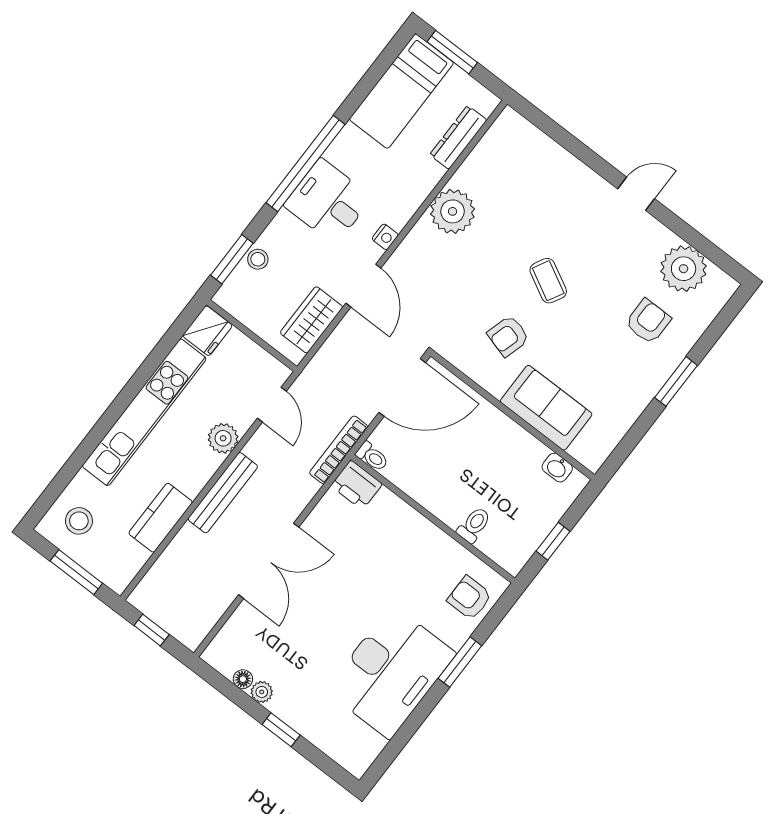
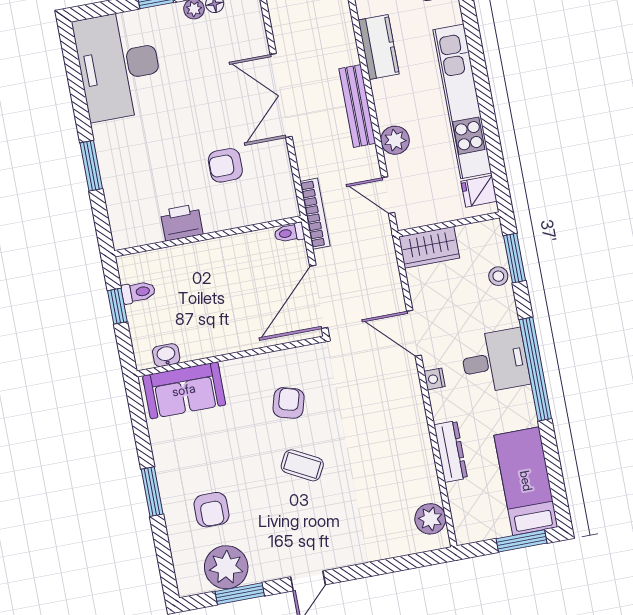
dresser: (458, 137) -> (451, 451), moved
plant: (453, 211) -> (430, 519), moved, width x0.73, depth x0.73
window: (695, 239) -> (240, 594), added
wardrobe: (311, 320) -> (429, 247), moved, turned 90
fridge: (207, 331) -> (479, 191), width x0.72
sofa: (546, 408) -> (184, 390), moved
printer: (356, 485) -> (182, 222), moved
toilet: (474, 525) -> (138, 292), moved, turned -90
armchair: (470, 598) -> (225, 165), moved, turned 180
desk: (391, 672) -> (119, 65), moved

